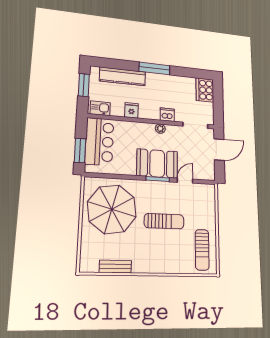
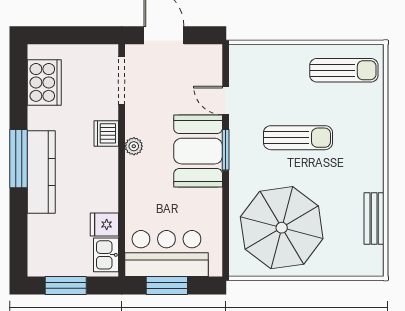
kitchen counter: (123, 76) -> (41, 172), moved
cooker: (205, 90) -> (44, 82), moved, turned -90
fridge: (131, 110) -> (104, 224), moved
window: (80, 150) -> (167, 285), moved
sun lounger: (164, 221) -> (298, 138), turned 90

